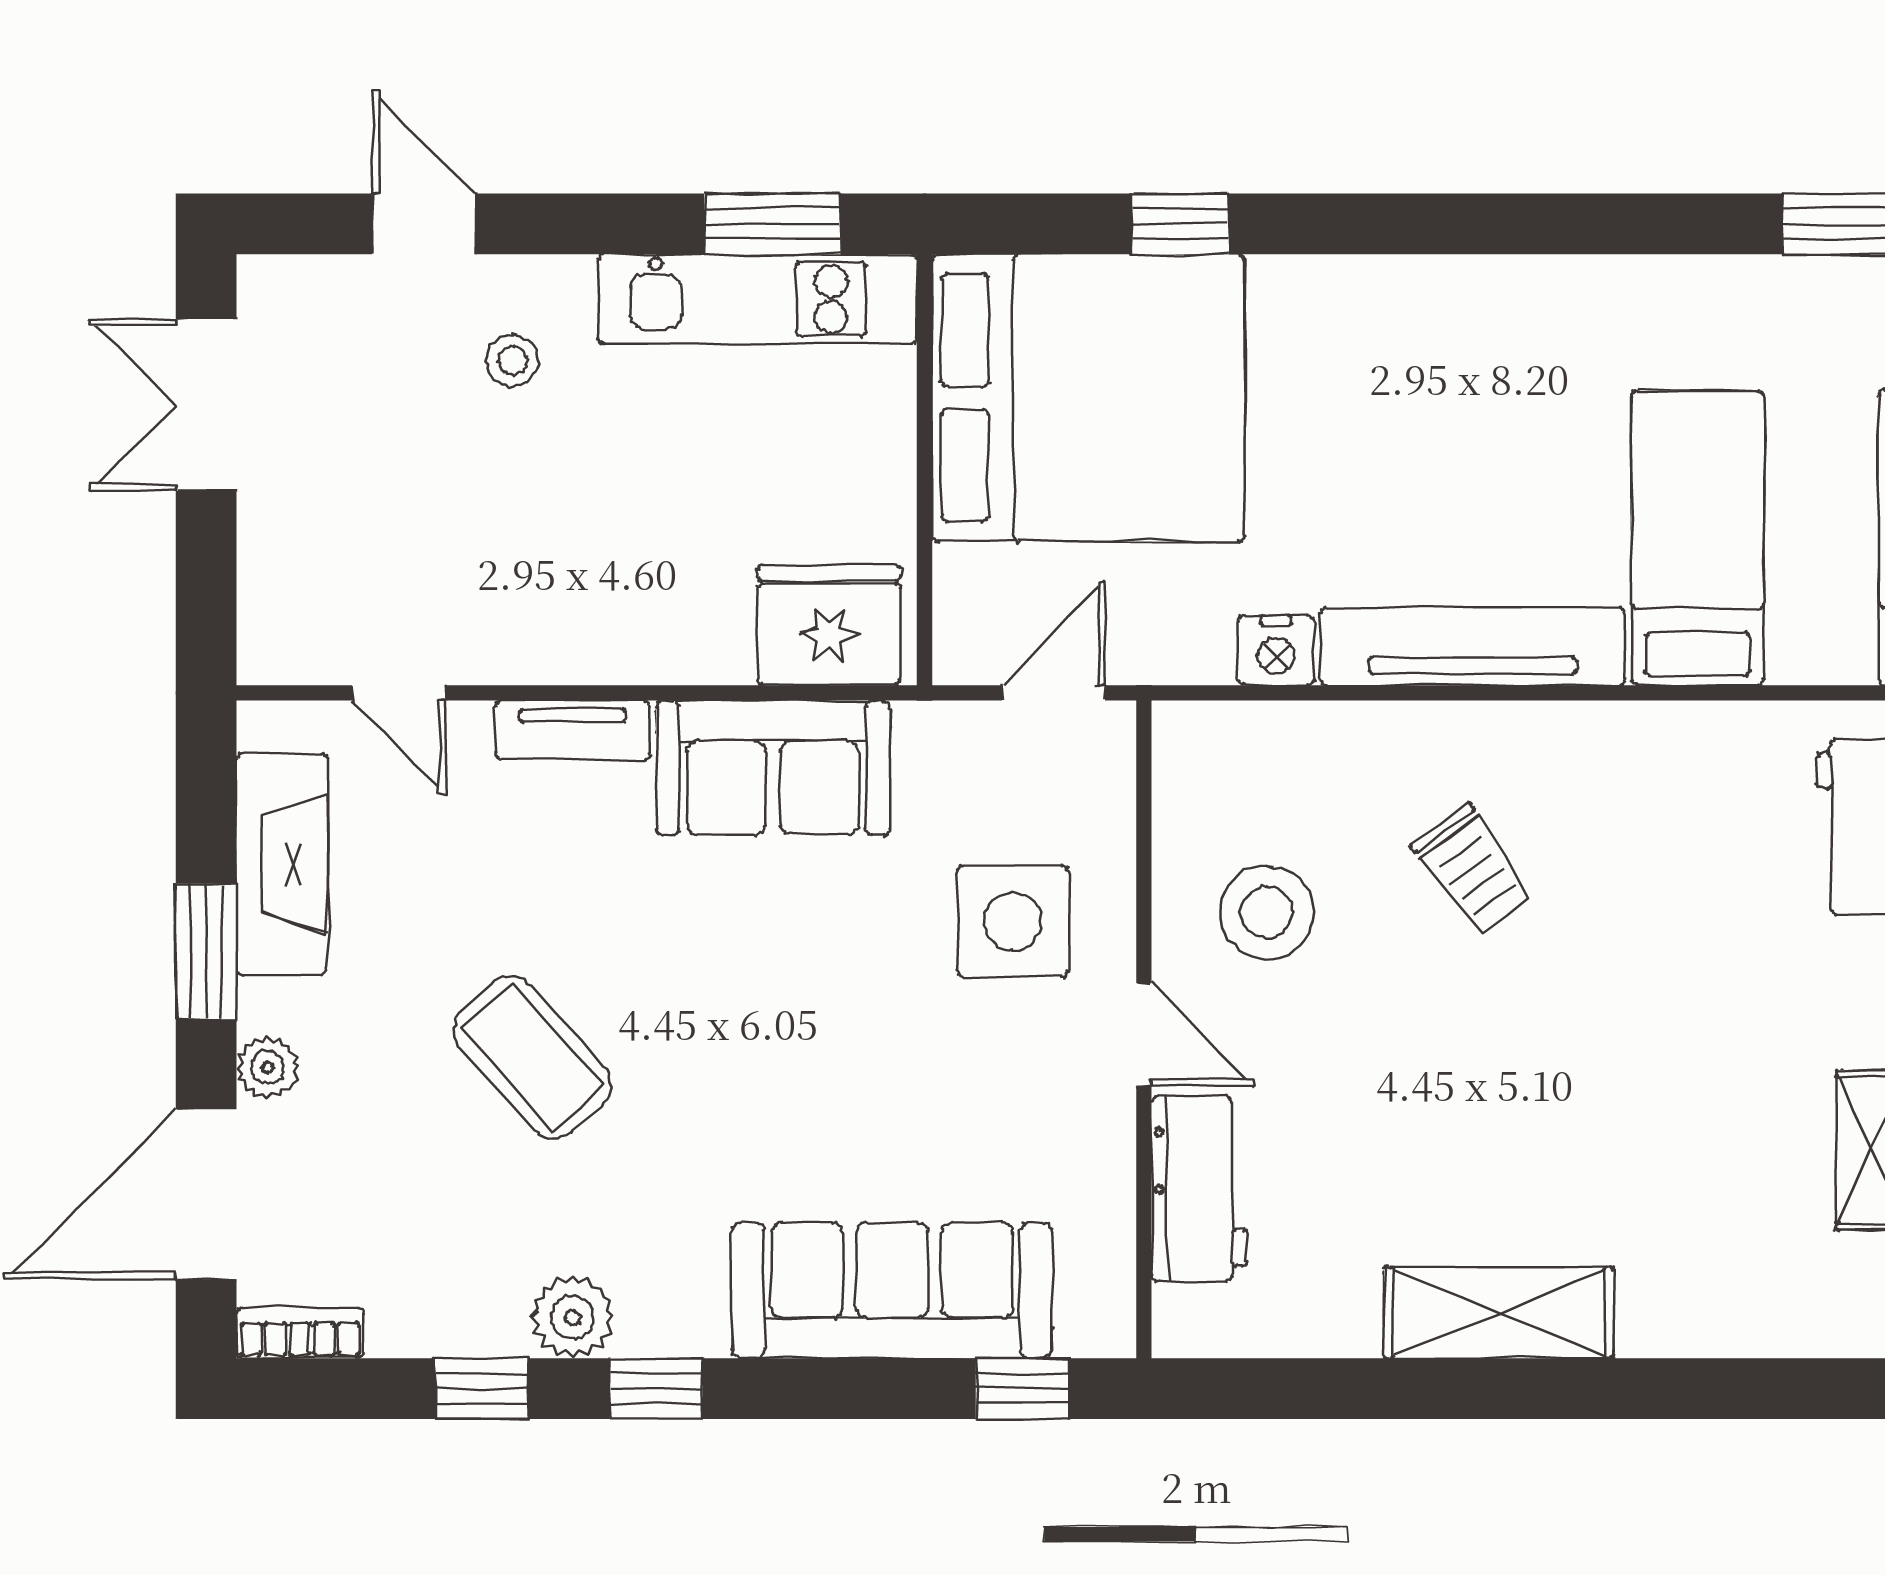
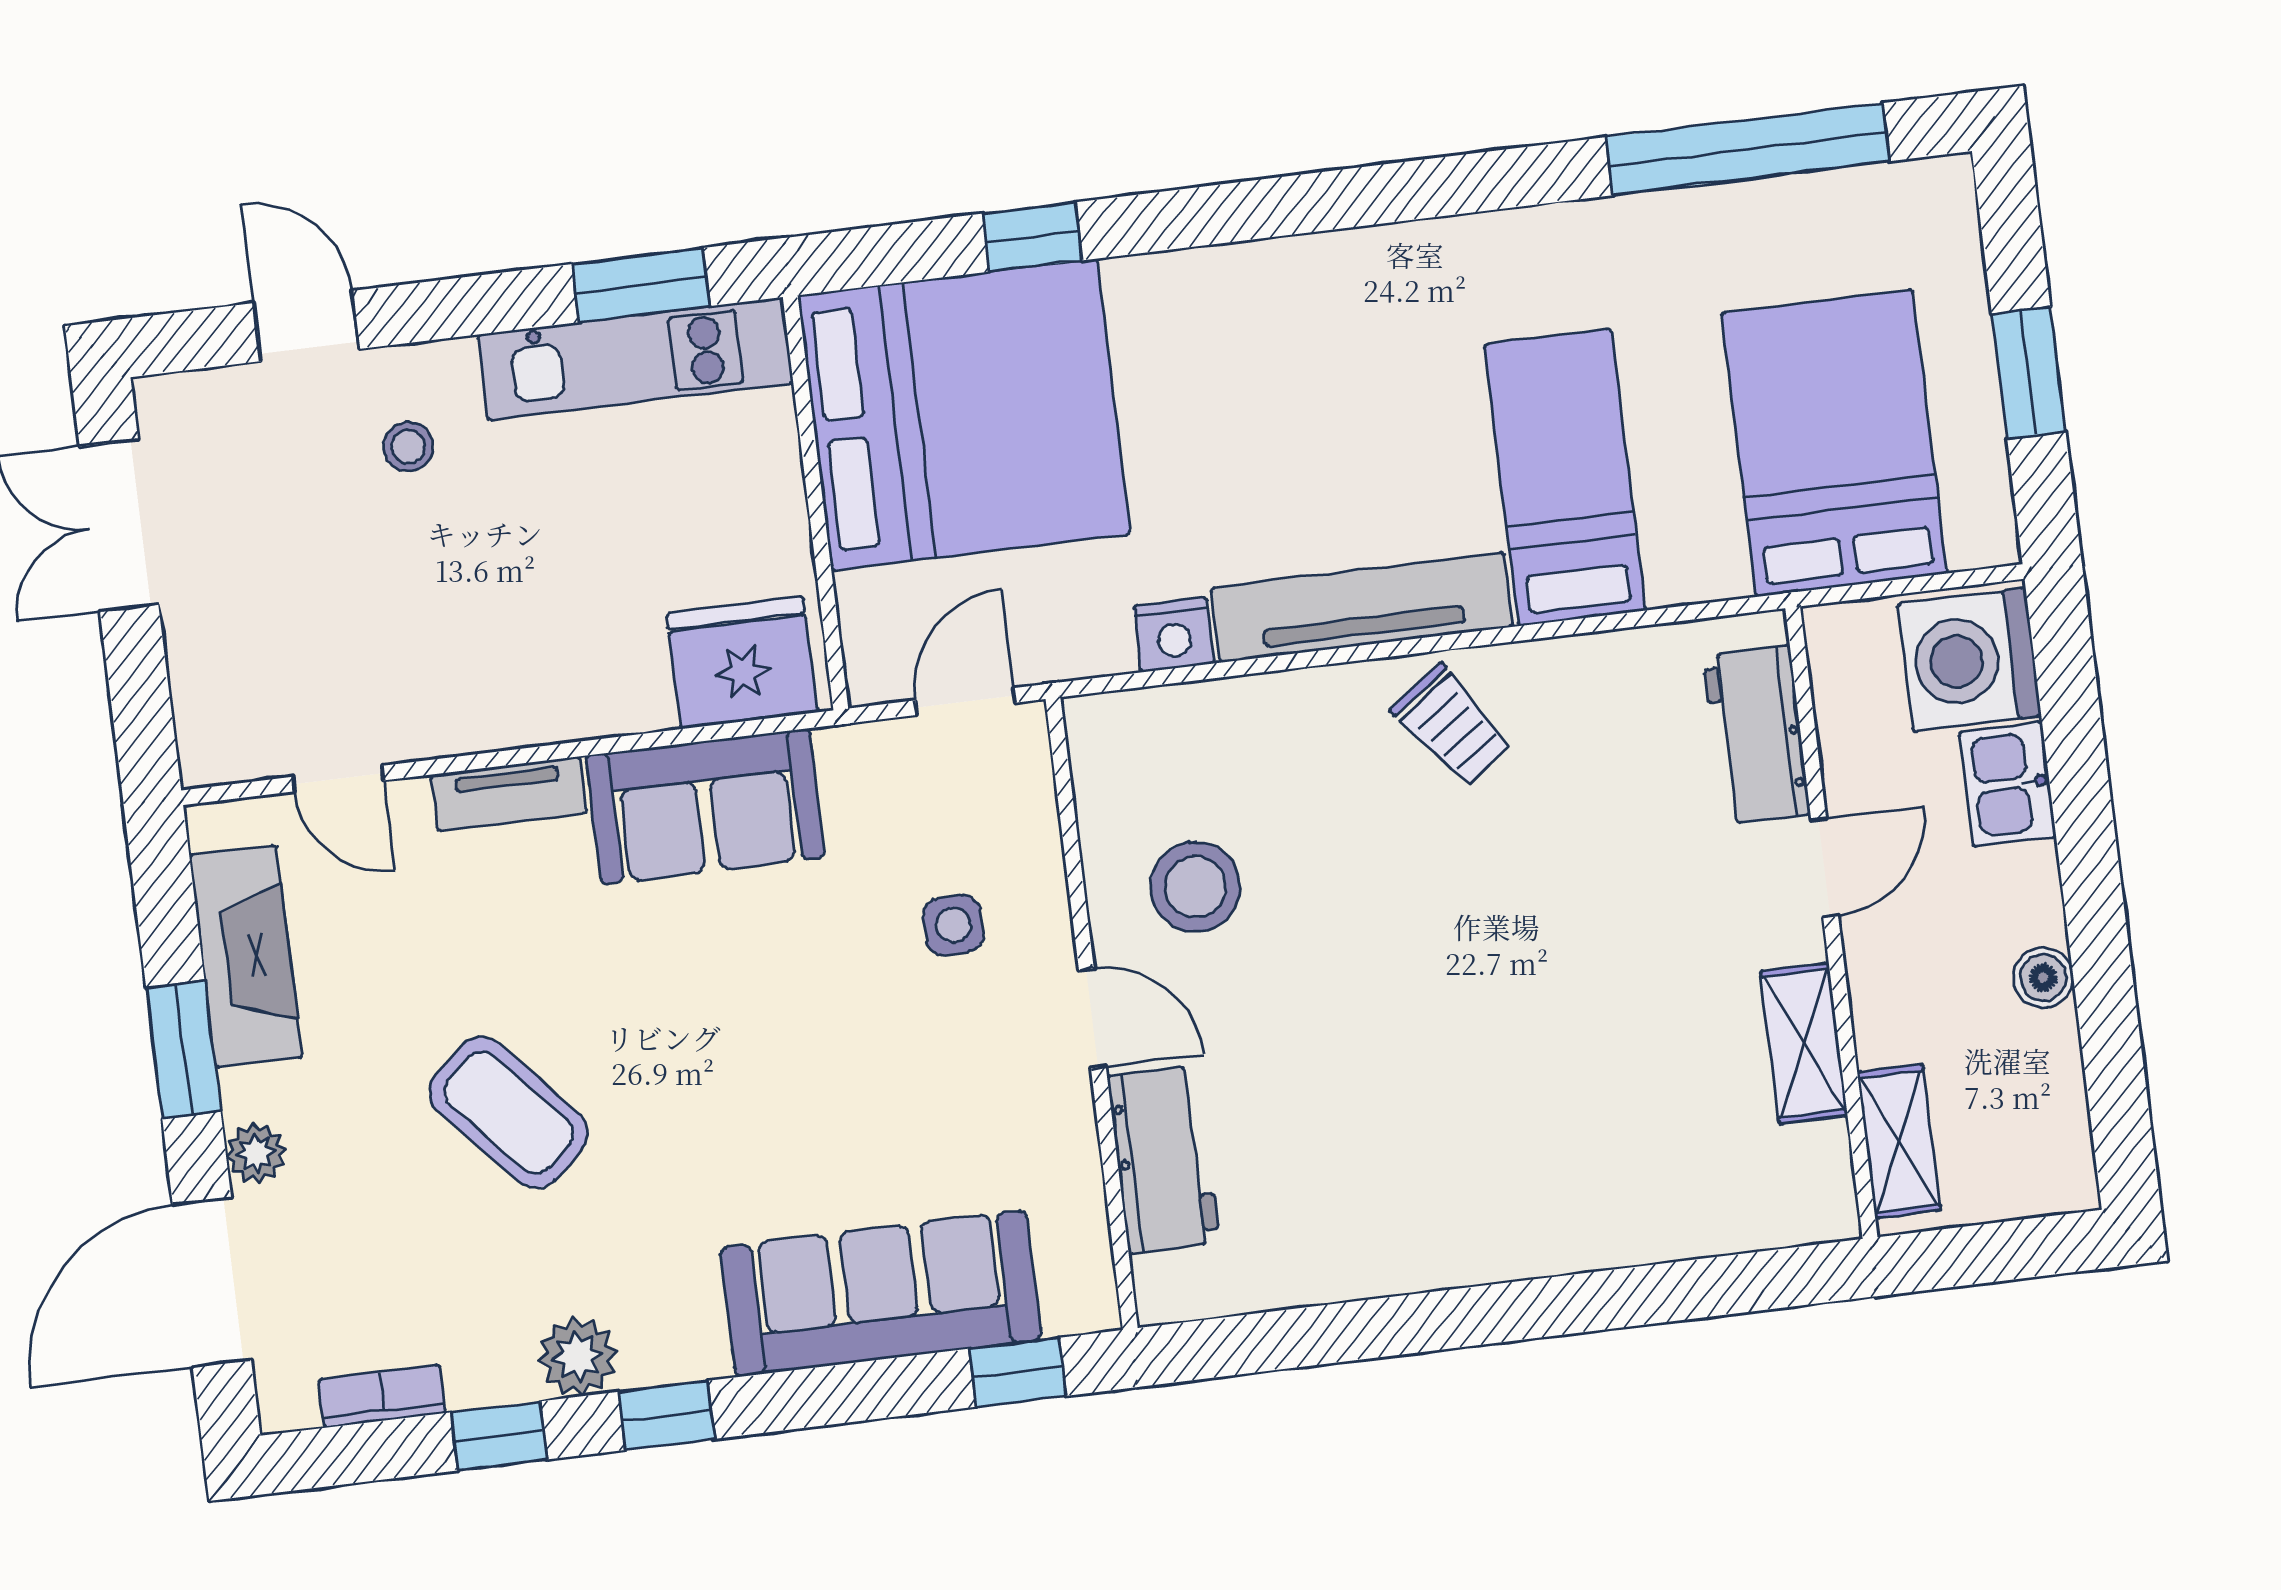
trolley: (1473, 870) -> (1452, 726), moved
side table: (1013, 921) -> (953, 925), width x0.54, depth x0.54
shelving: (1499, 1313) -> (1465, 1243), removed
bookcase: (300, 1333) -> (382, 1396), moved

